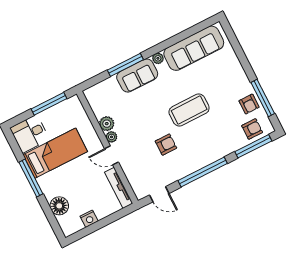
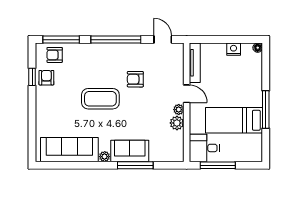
window: (263, 98) -> (32, 77), width x0.46
desk: (30, 134) -> (204, 148), moved, turned 180
floor lamp: (59, 206) -> (258, 48), moved, width x0.53, depth x0.53

